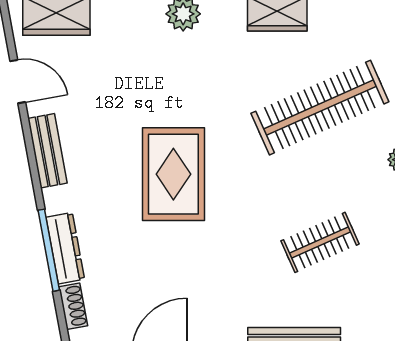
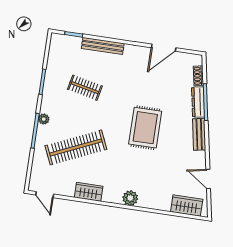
bench: (47, 151) -> (199, 134), moved
clothes rail: (320, 242) -> (85, 88), turned 36

